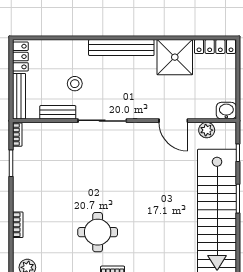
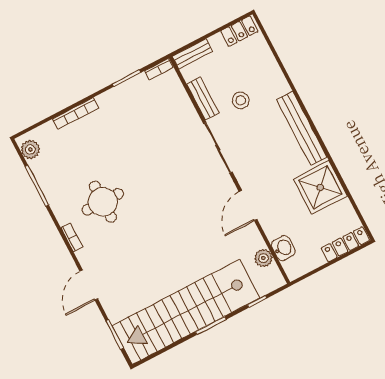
locker: (215, 47) -> (345, 244), moved, turned 90
bench: (19, 96) -> (192, 54), width x0.73
washbasin: (226, 111) -> (283, 248), moved
door: (173, 121) -> (248, 206), moved
bookcase: (18, 225) -> (76, 113), width x1.56

